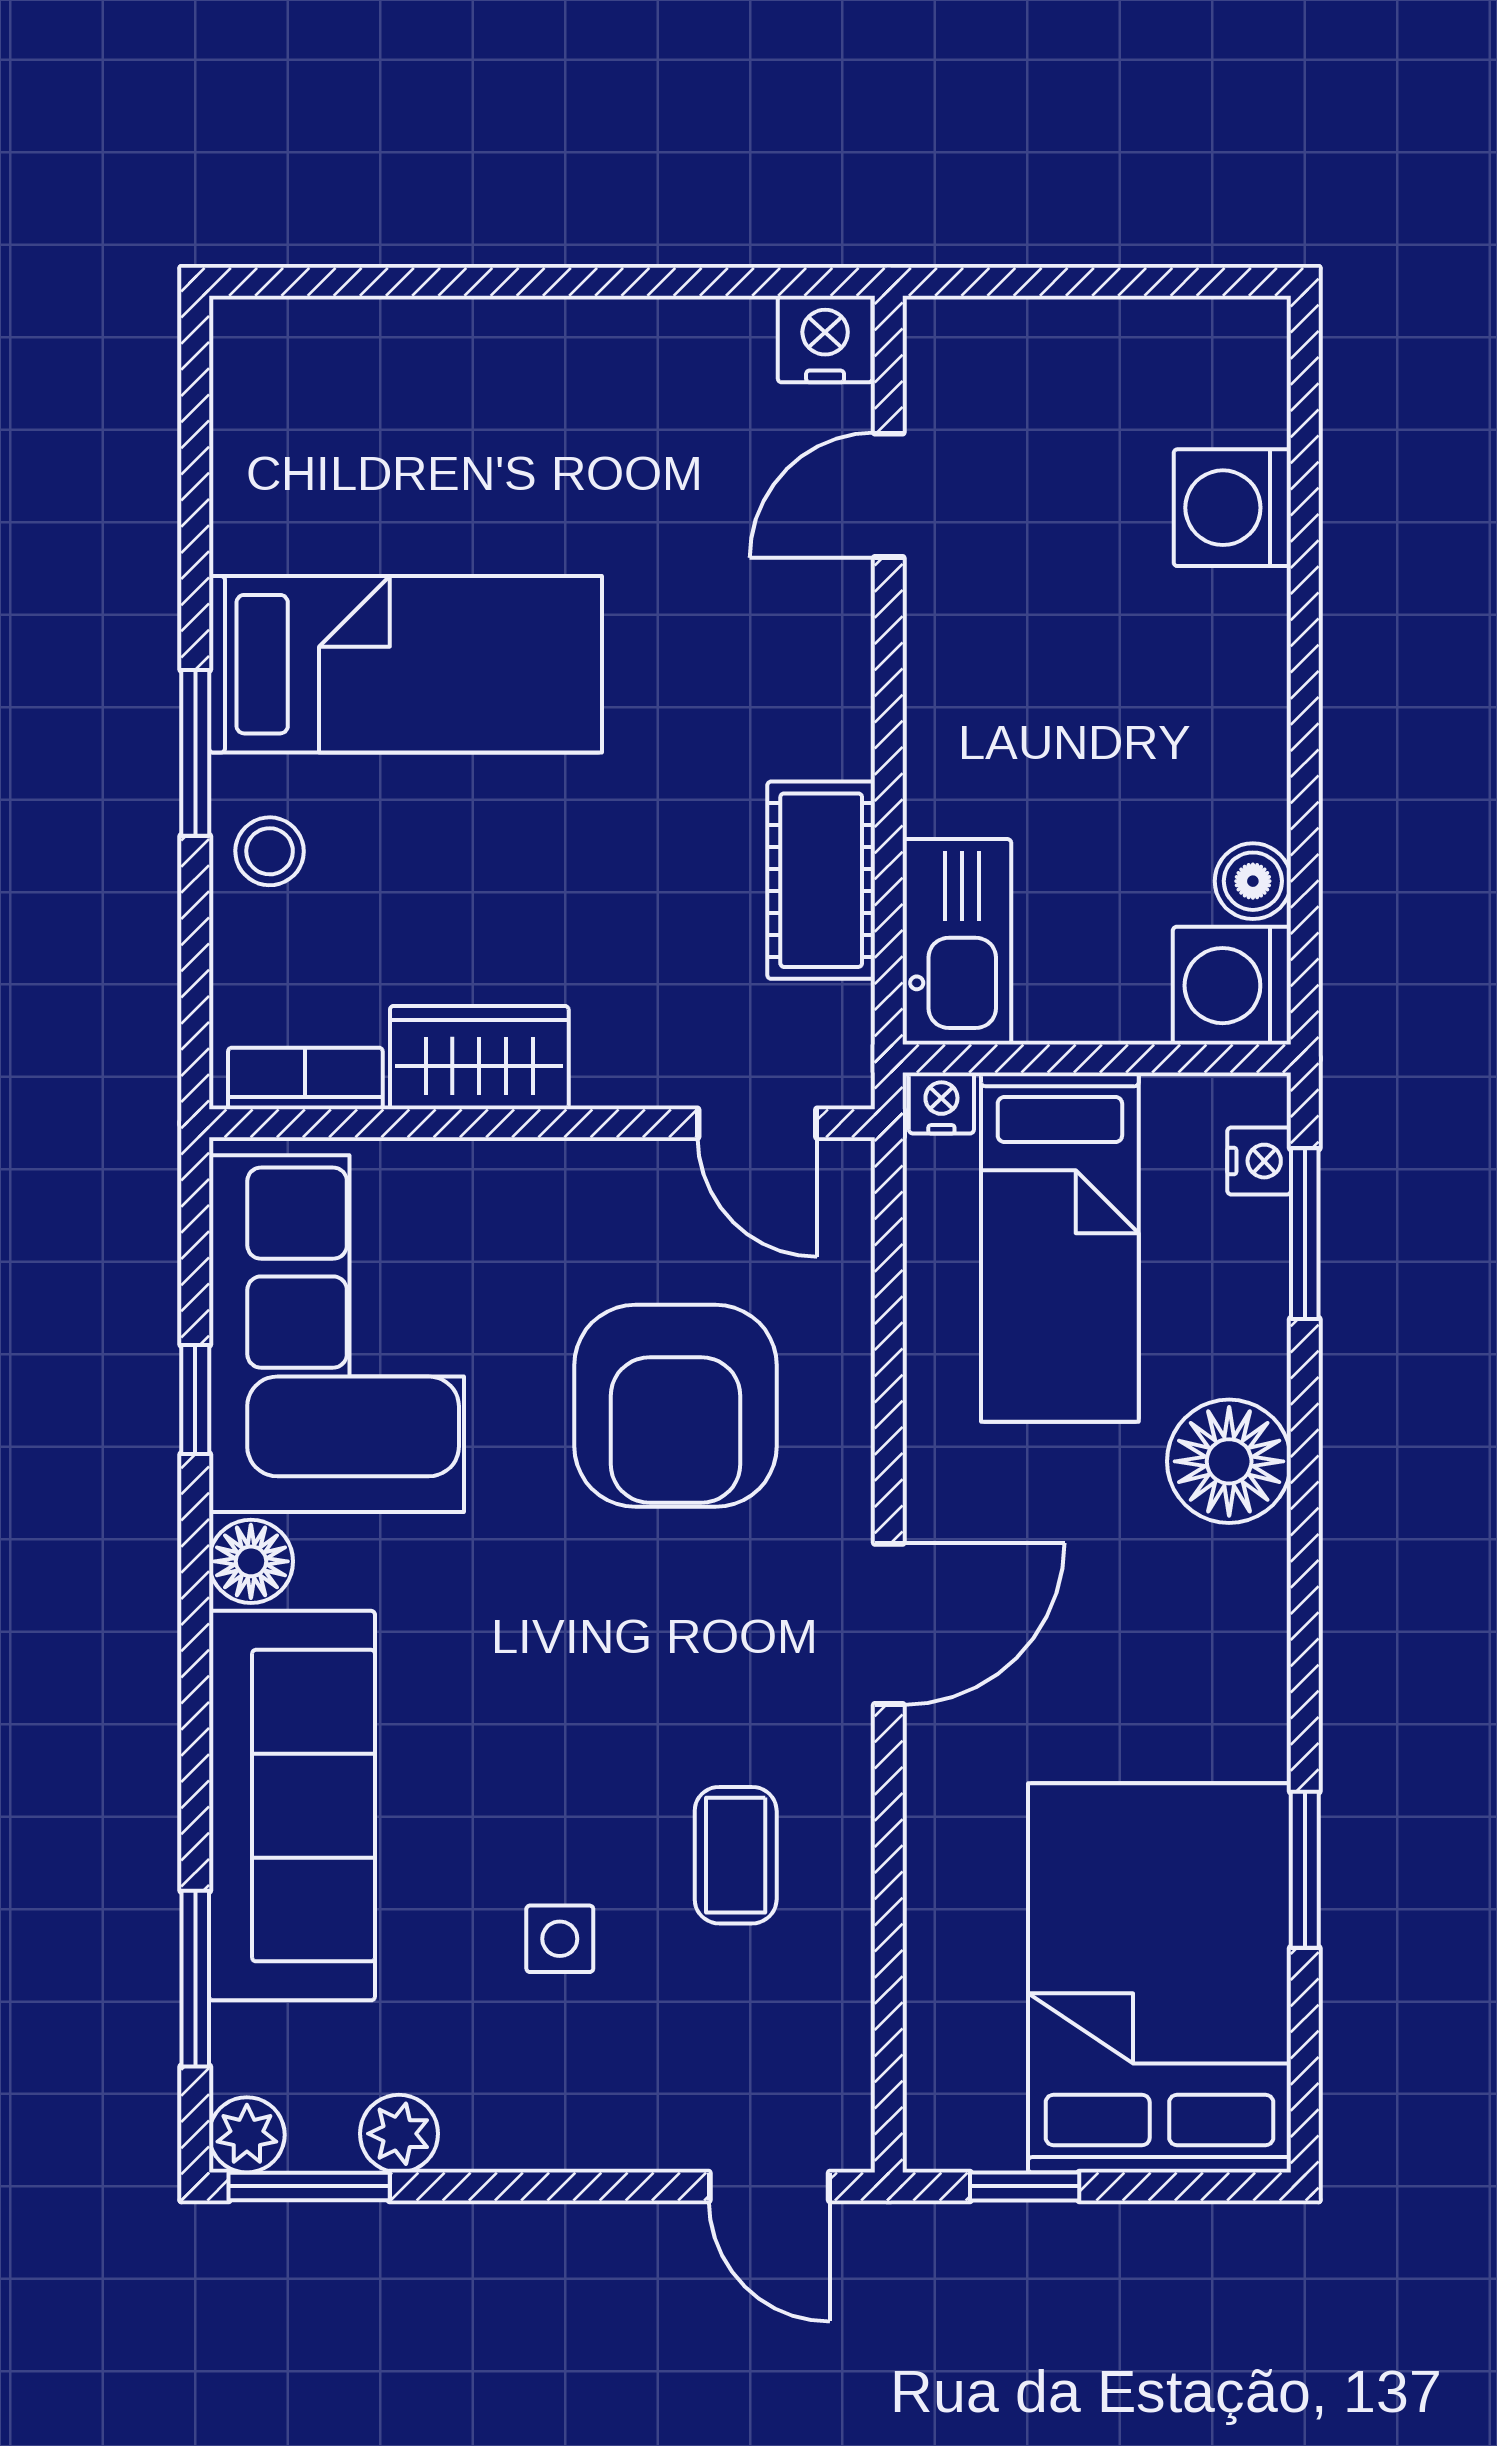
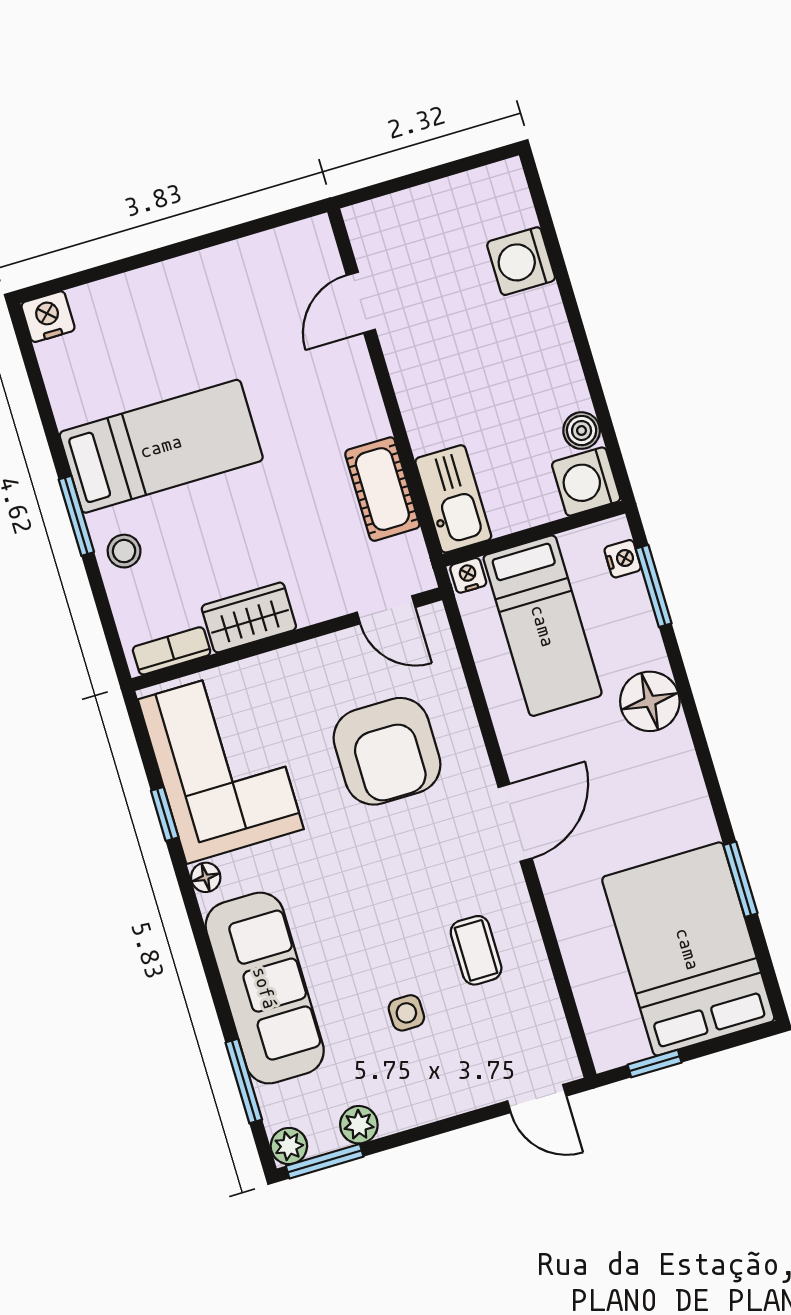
nightstand: (825, 339) -> (48, 317), moved
floor lamp: (251, 1561) -> (206, 877), width x0.73, depth x0.73

